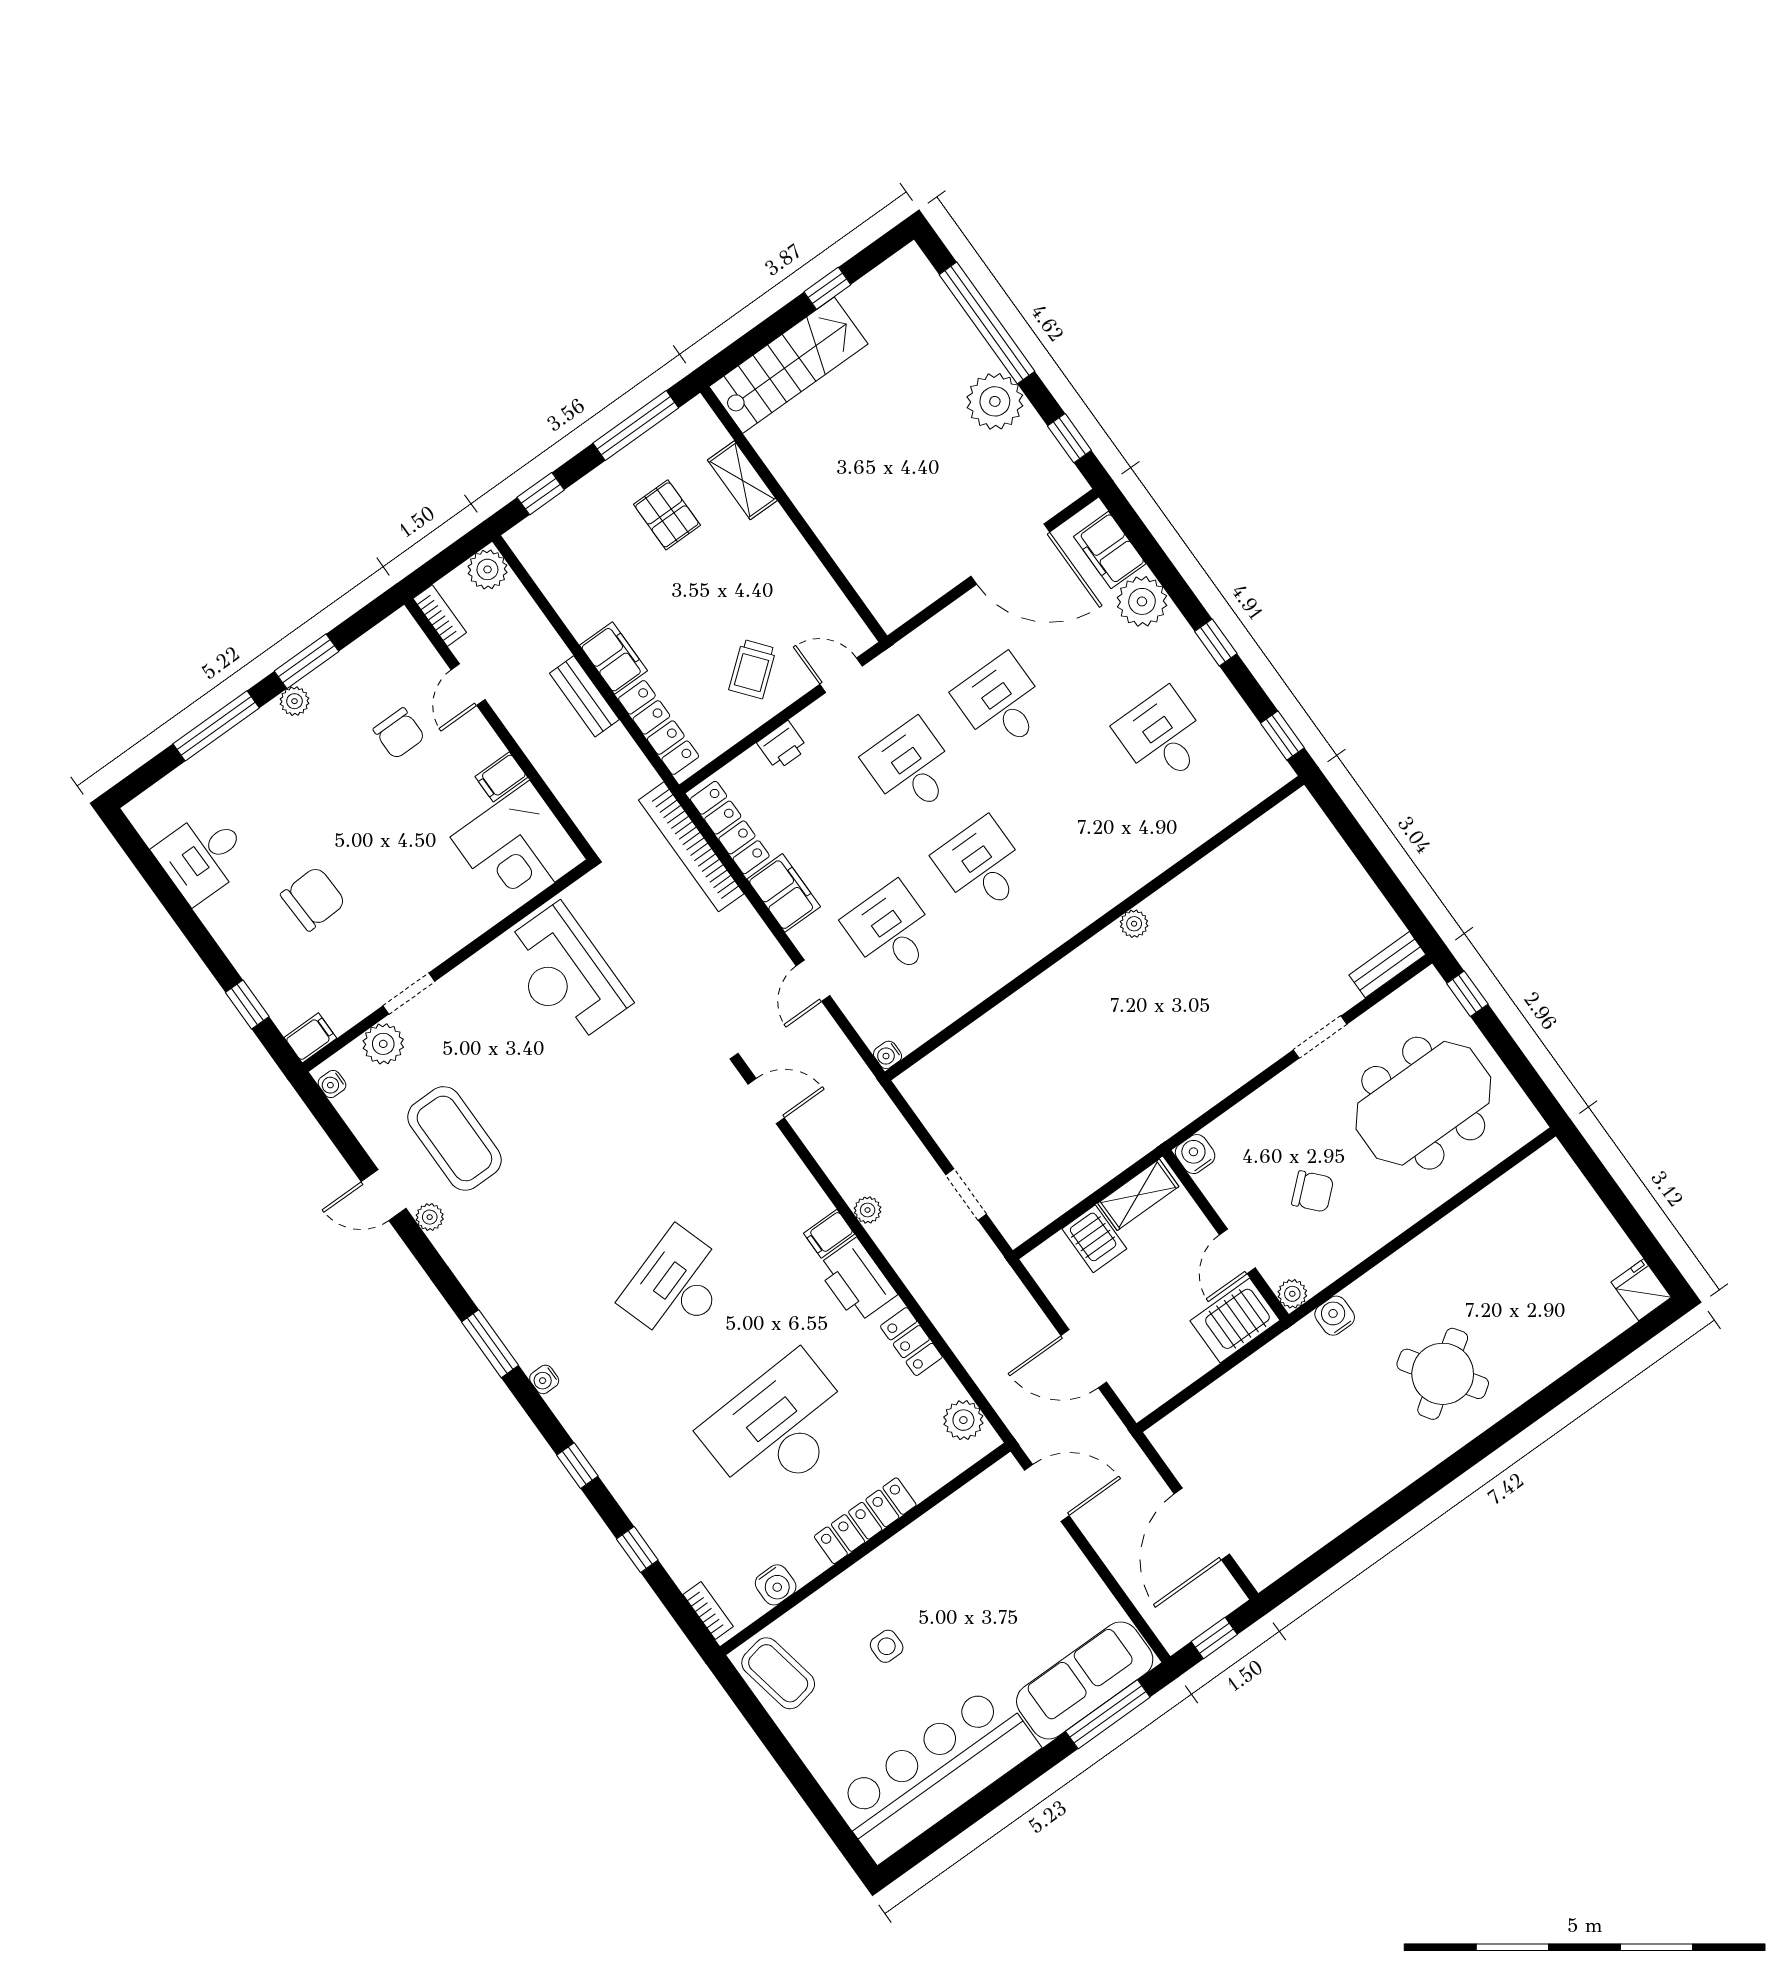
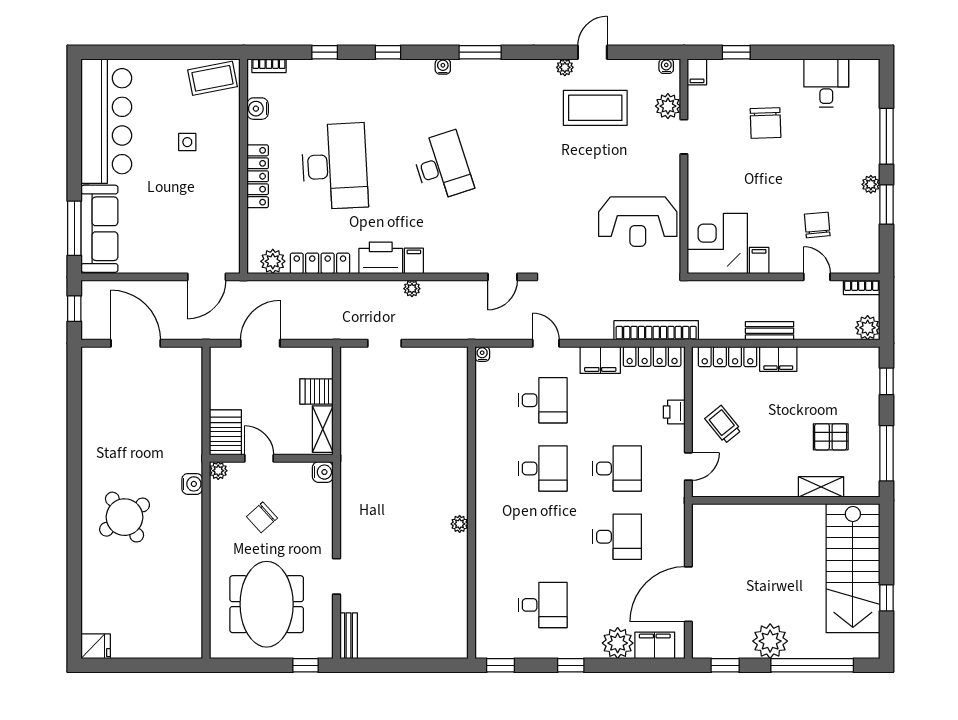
stairs: (788, 365) -> (853, 568), width x1.36, depth x1.51
chair: (399, 733) -> (817, 225), turned 85
reception desk: (565, 974) -> (638, 222), turned 180
locker: (911, 1342) -> (320, 263), width x1.53

